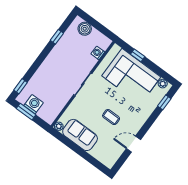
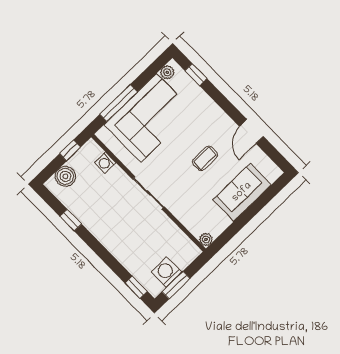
window: (102, 29) -> (70, 150), added
window: (138, 55) -> (119, 103), width x2.17
sofa: (80, 135) -> (242, 192), moved

